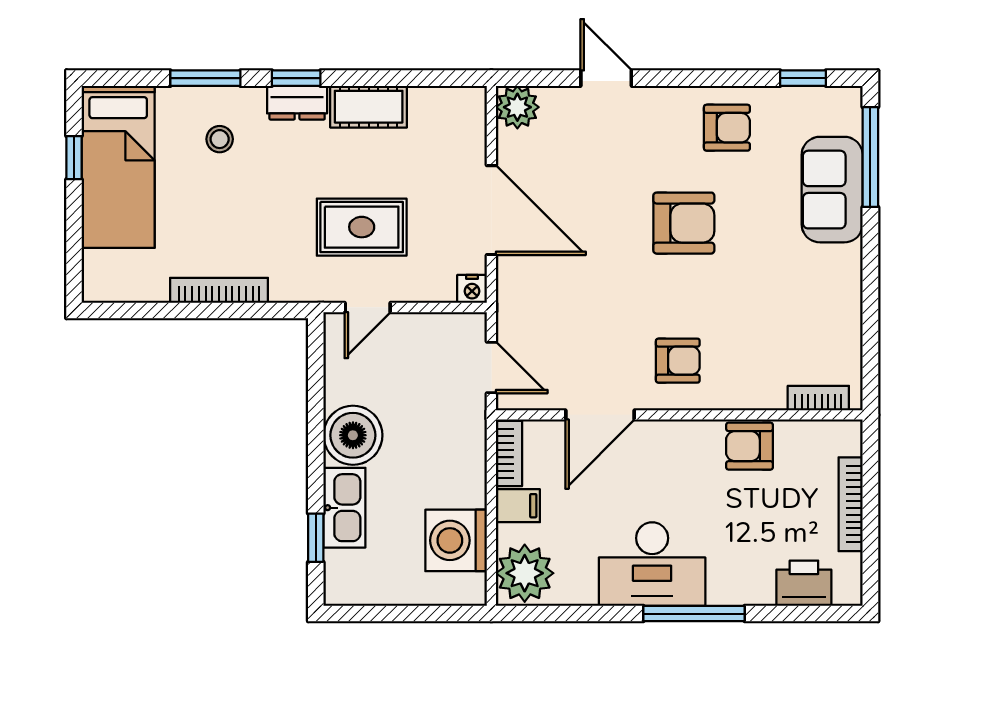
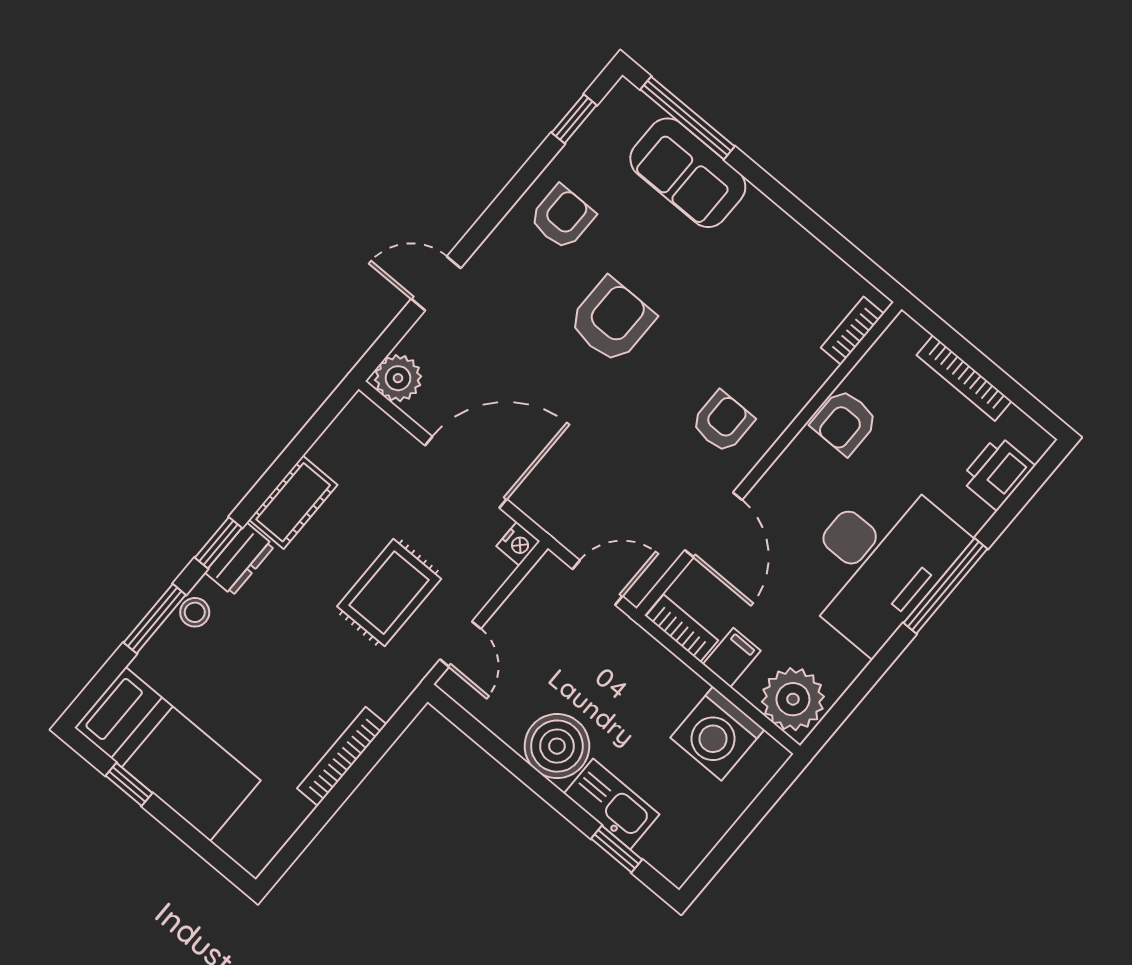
stool: (220, 139) -> (195, 612), moved
desk: (652, 564) -> (878, 561), width x1.36, depth x1.30

